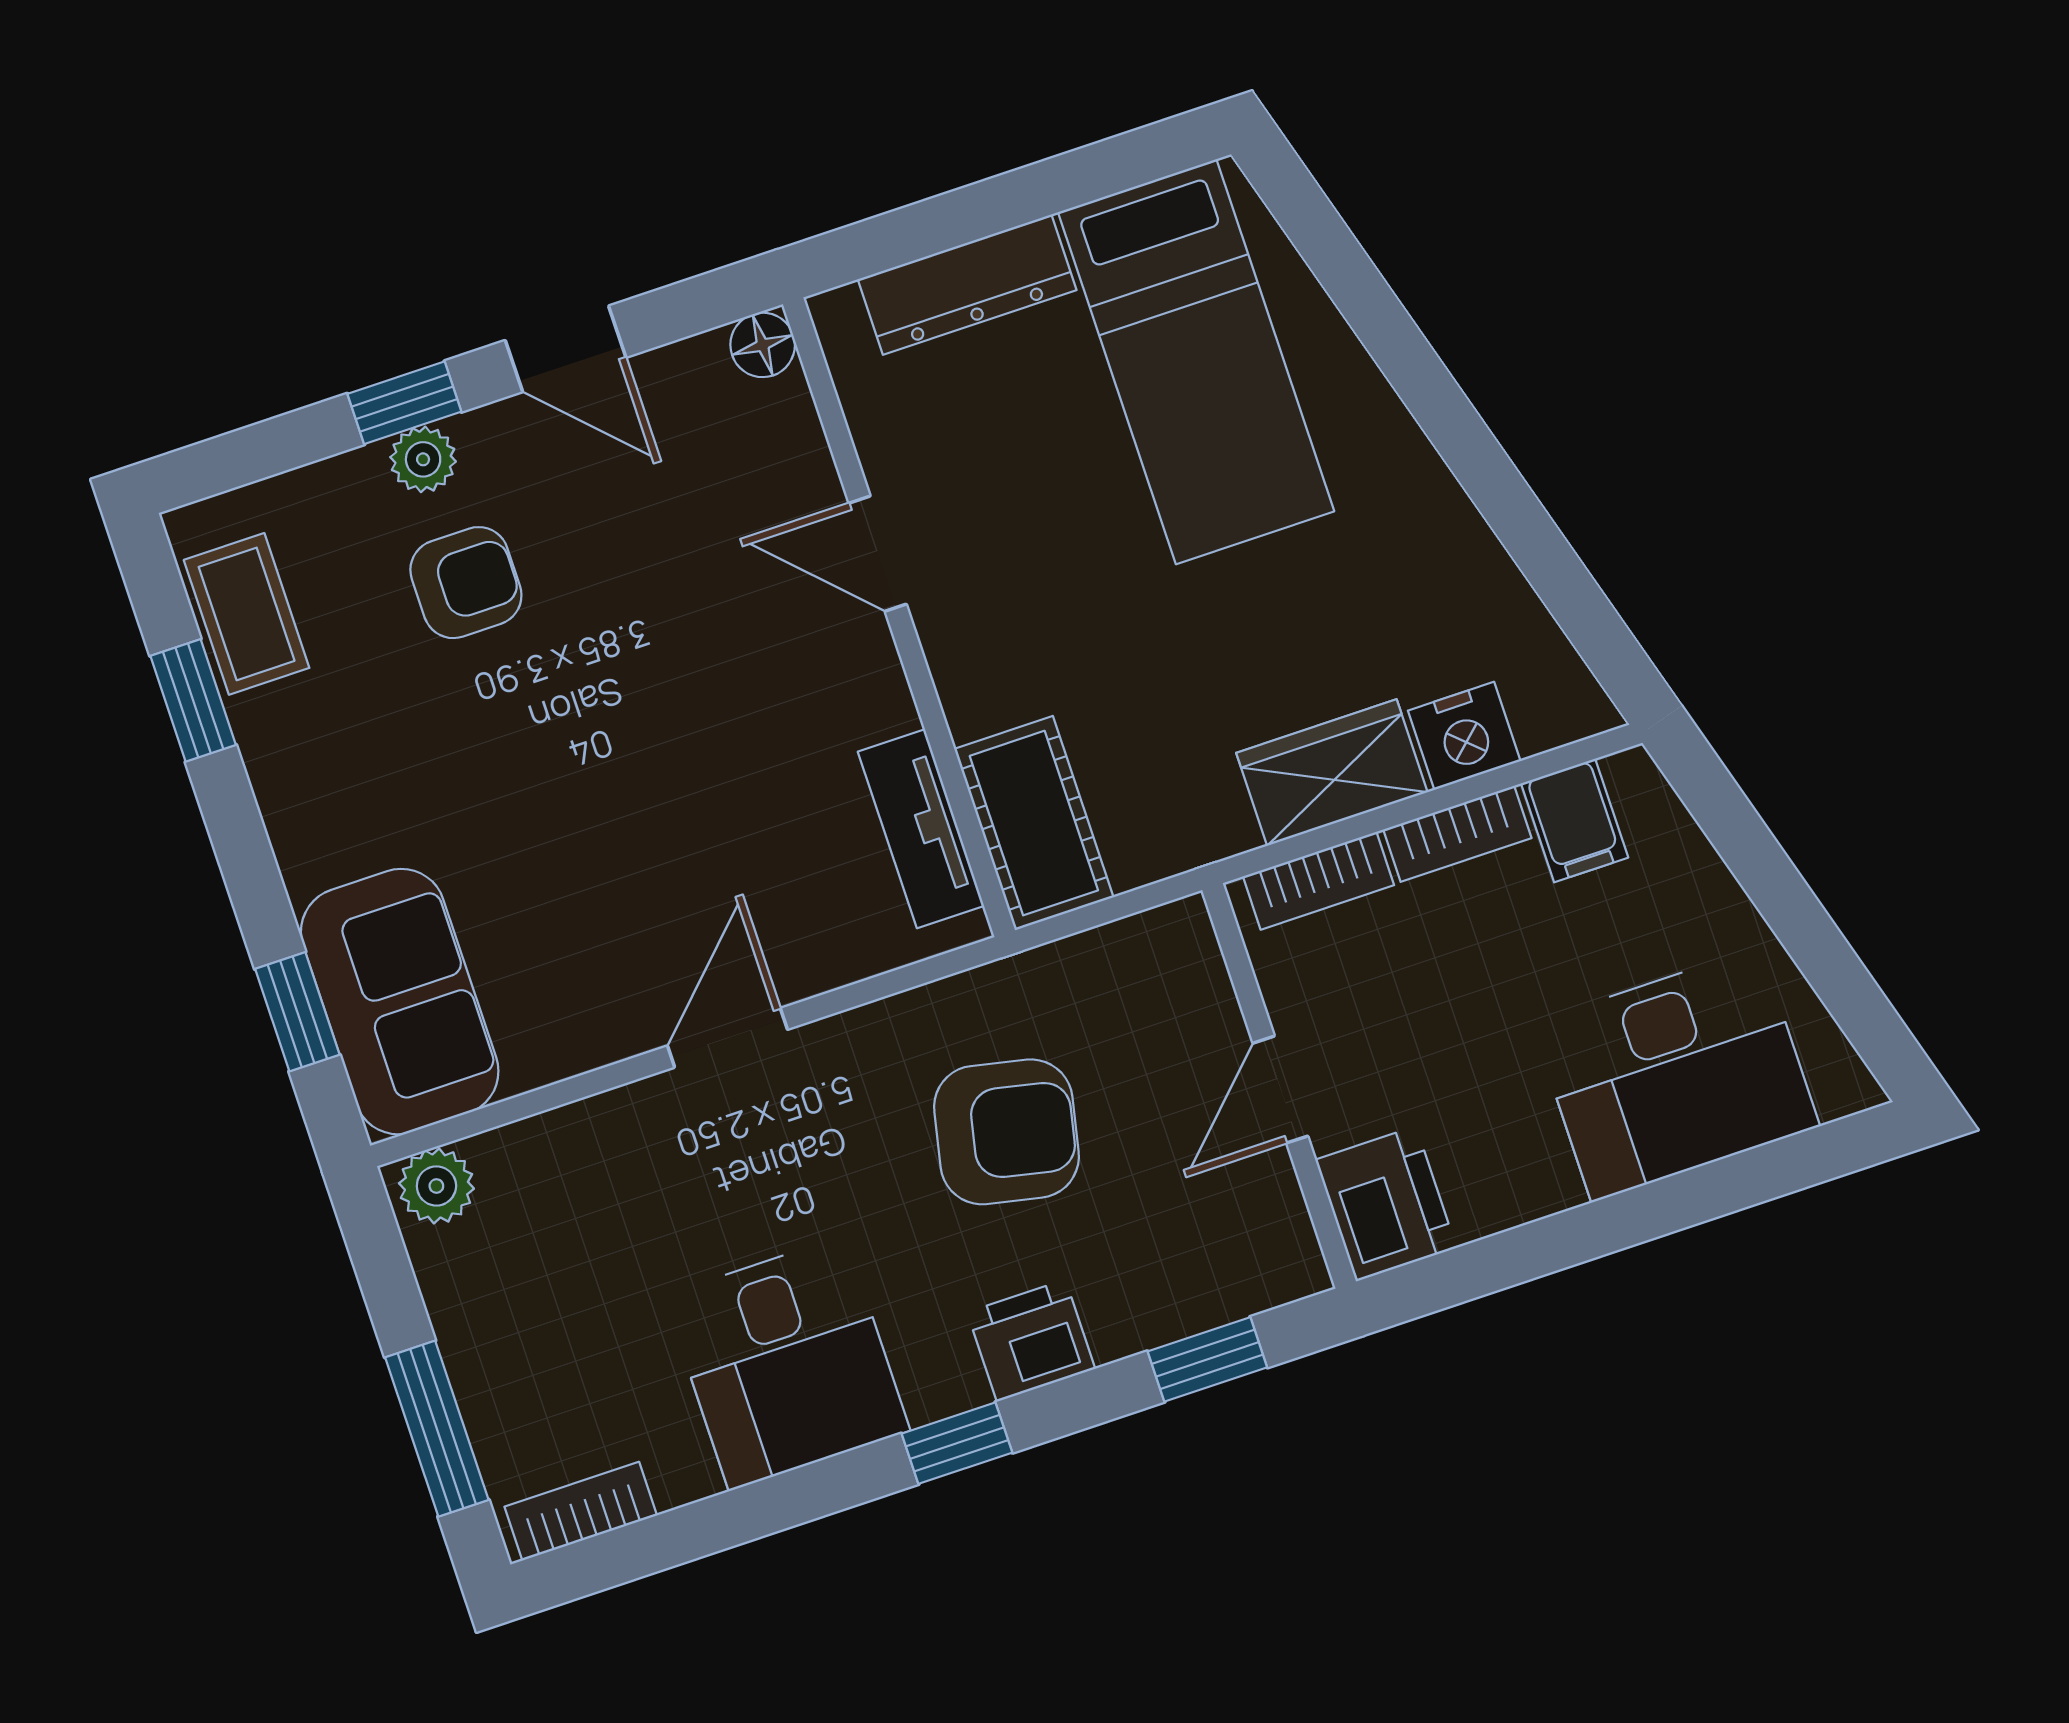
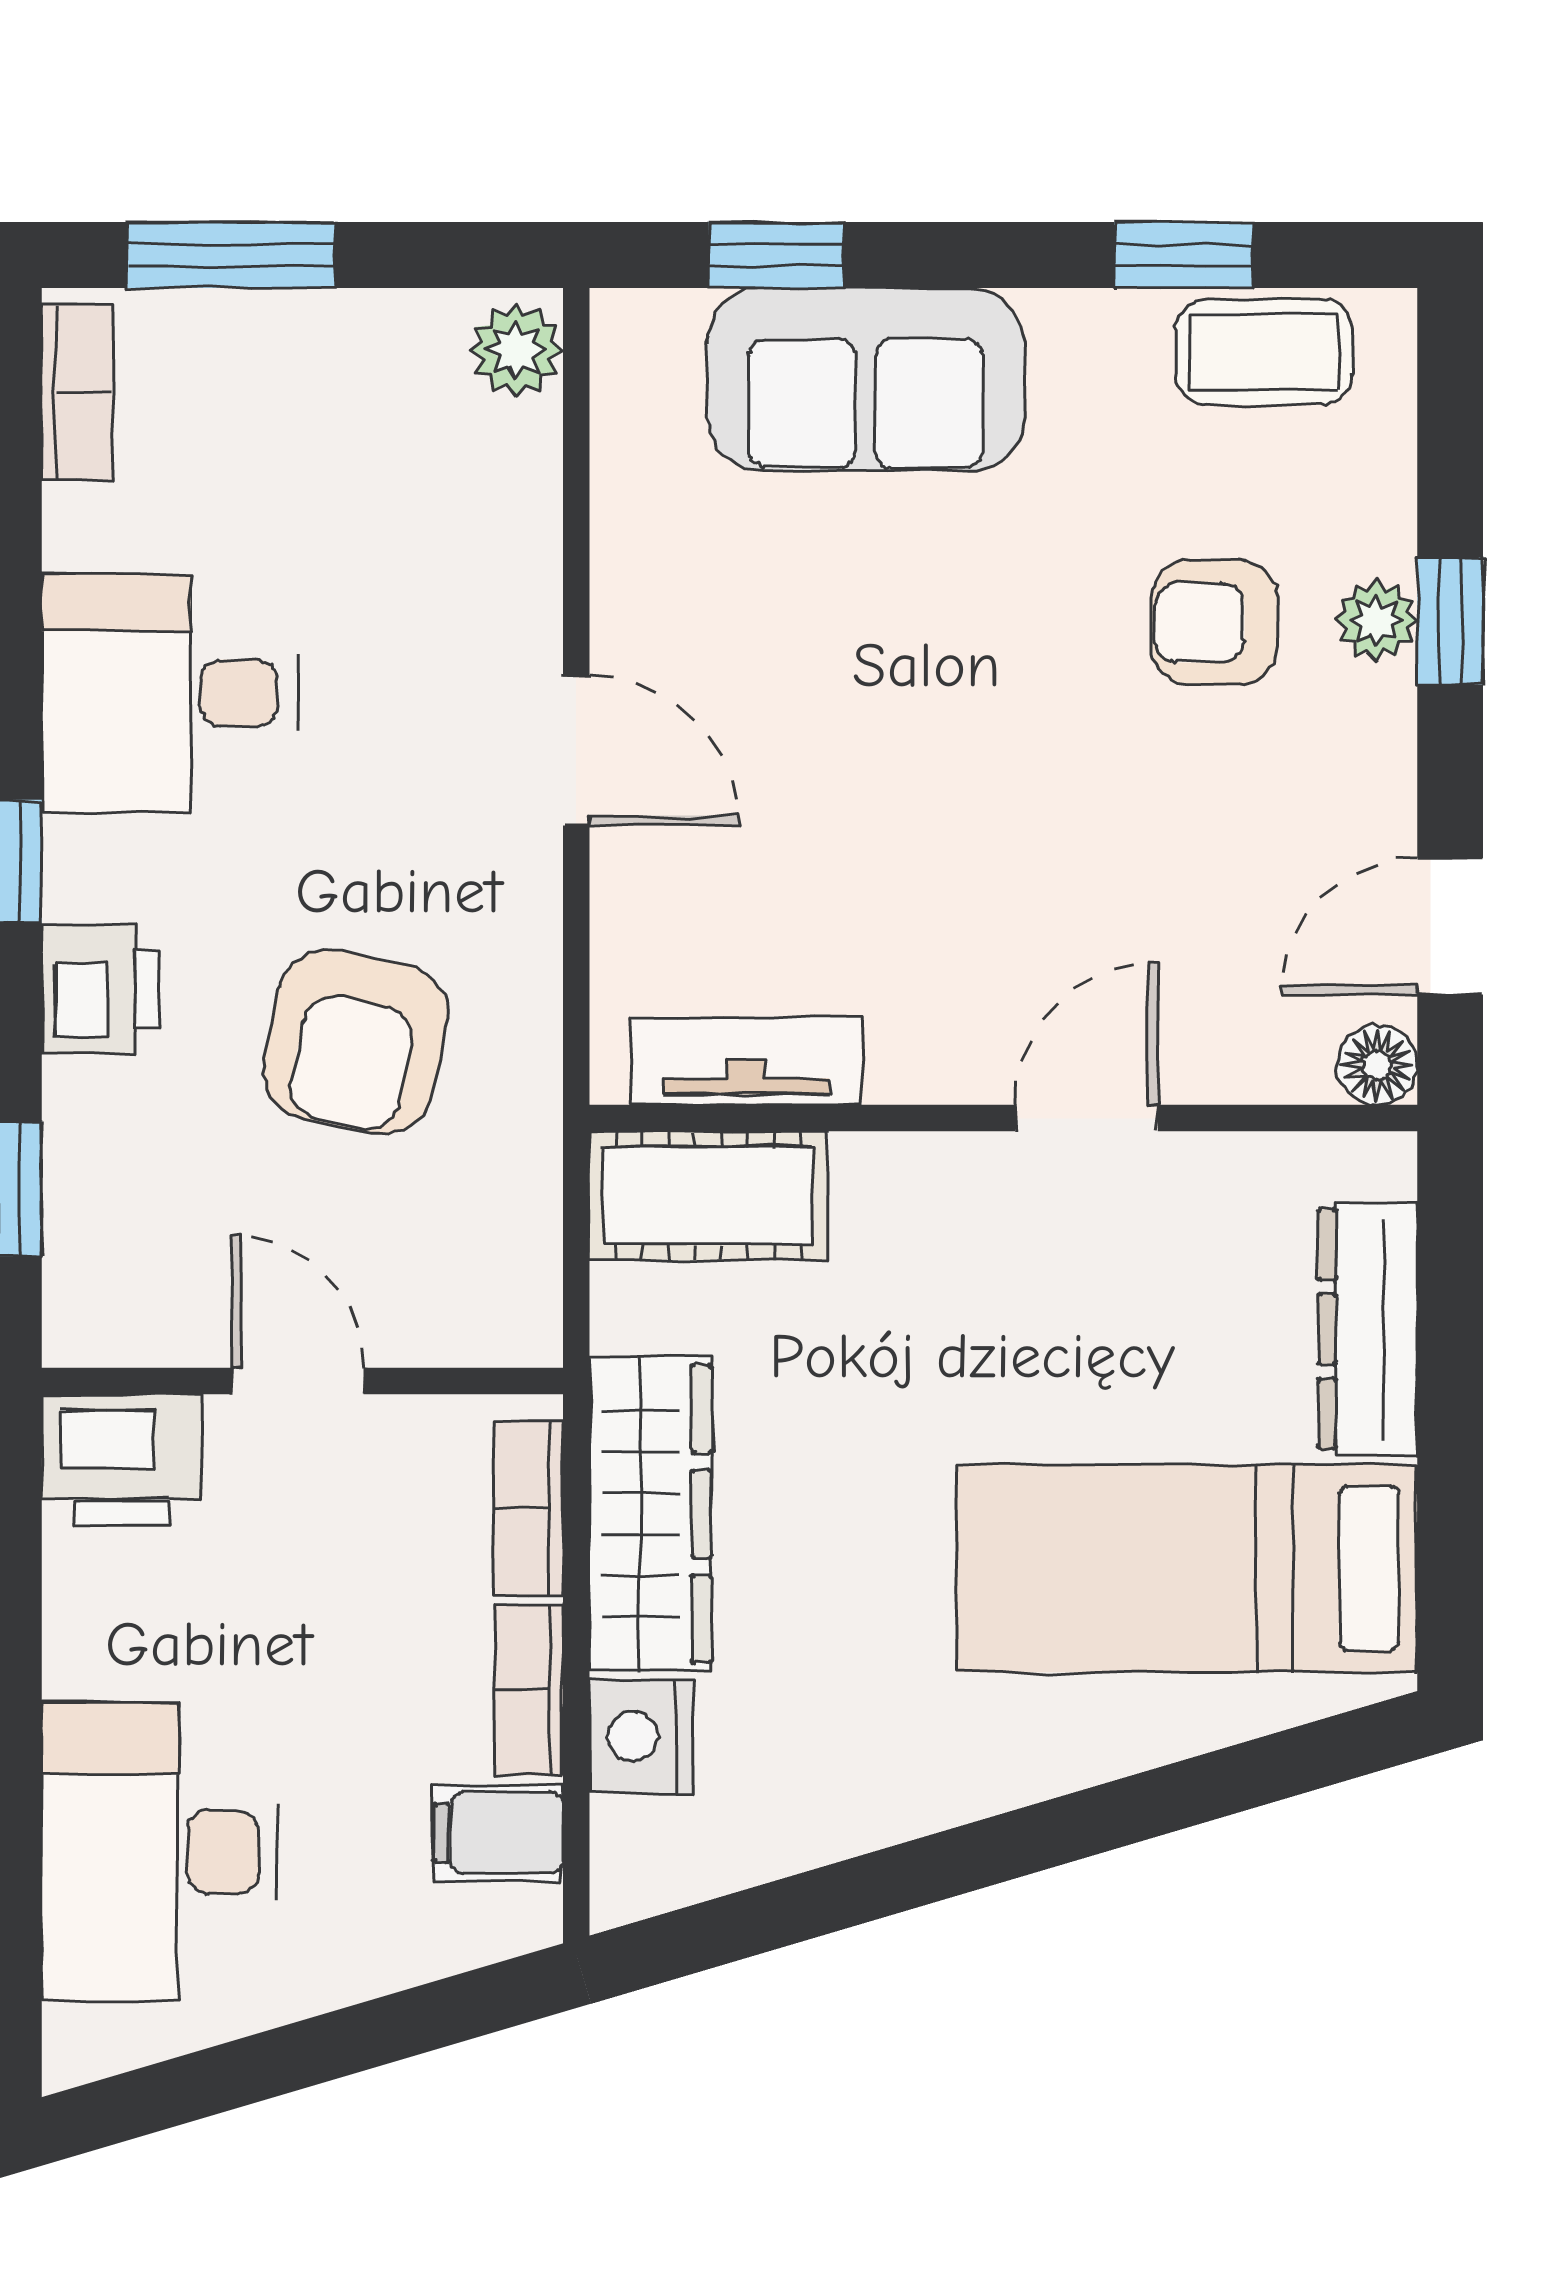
door: (566, 349) -> (1450, 926), moved
armchair: (466, 583) -> (1214, 622), turned 90
wardrobe: (1332, 772) -> (650, 1514), width x1.50
sofa: (400, 1002) -> (866, 380), moved

